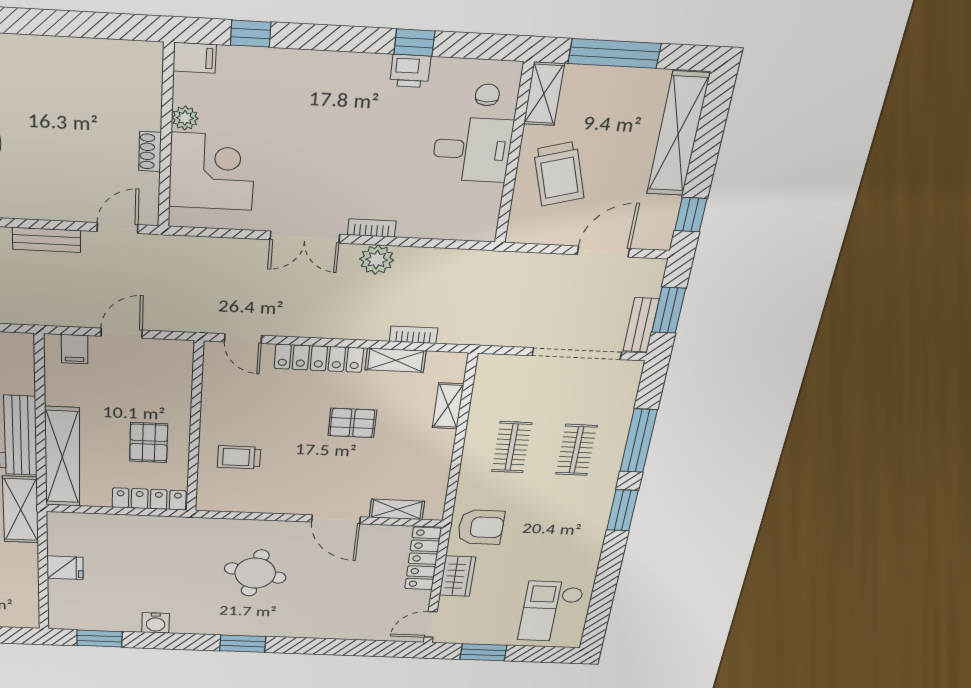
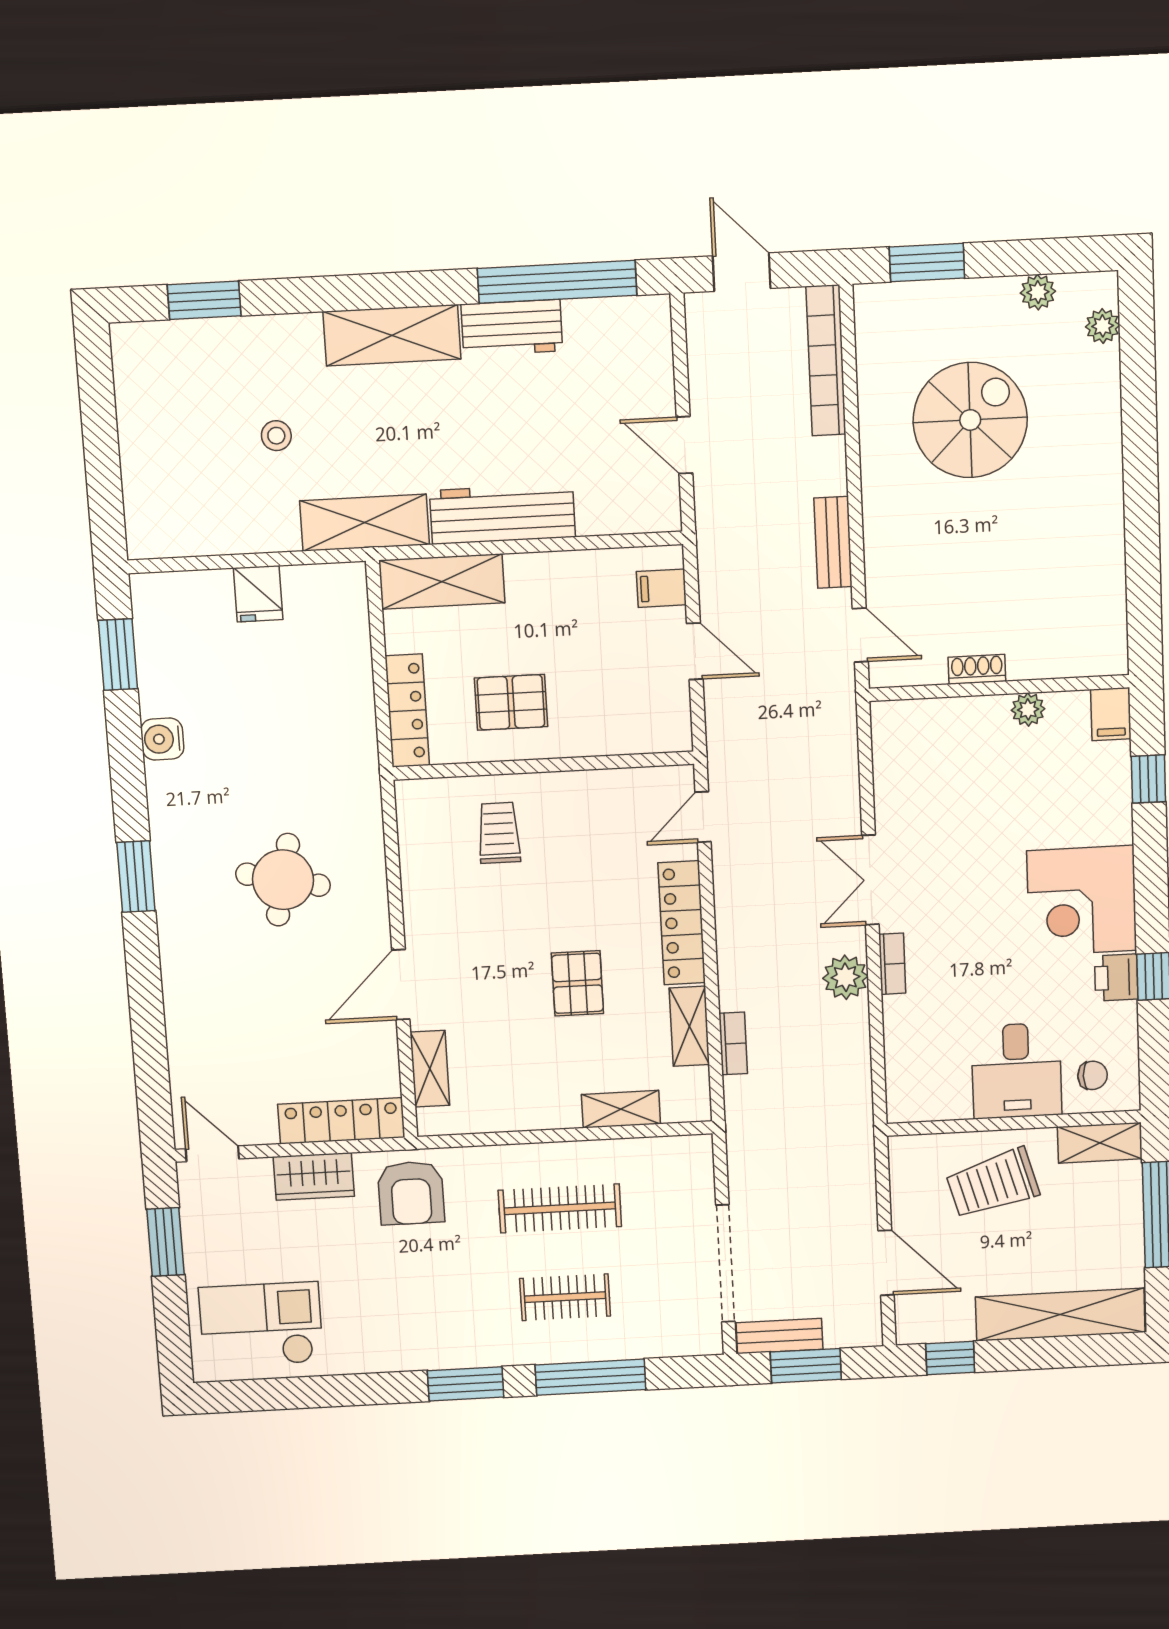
corner desk: (212, 172) -> (1082, 901), moved, turned 90
clothes rail: (512, 447) -> (560, 1208), width x1.36
shelving: (62, 457) -> (442, 582), width x0.68

